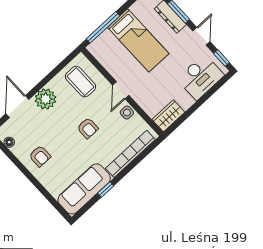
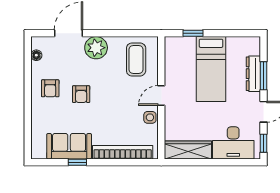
window: (103, 27) -> (193, 33), width x0.46
wardrobe: (168, 116) -> (188, 150), width x1.50
armchair: (88, 128) -> (81, 94), moved
sofa: (84, 189) -> (69, 146), width x0.73

